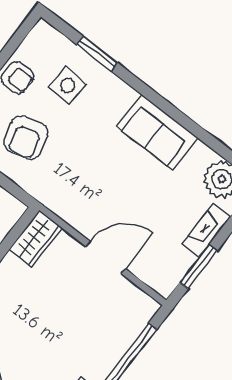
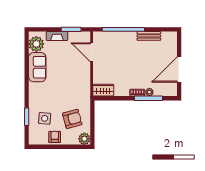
sofa: (157, 132) -> (37, 67), moved
door: (106, 257) -> (92, 52), moved

